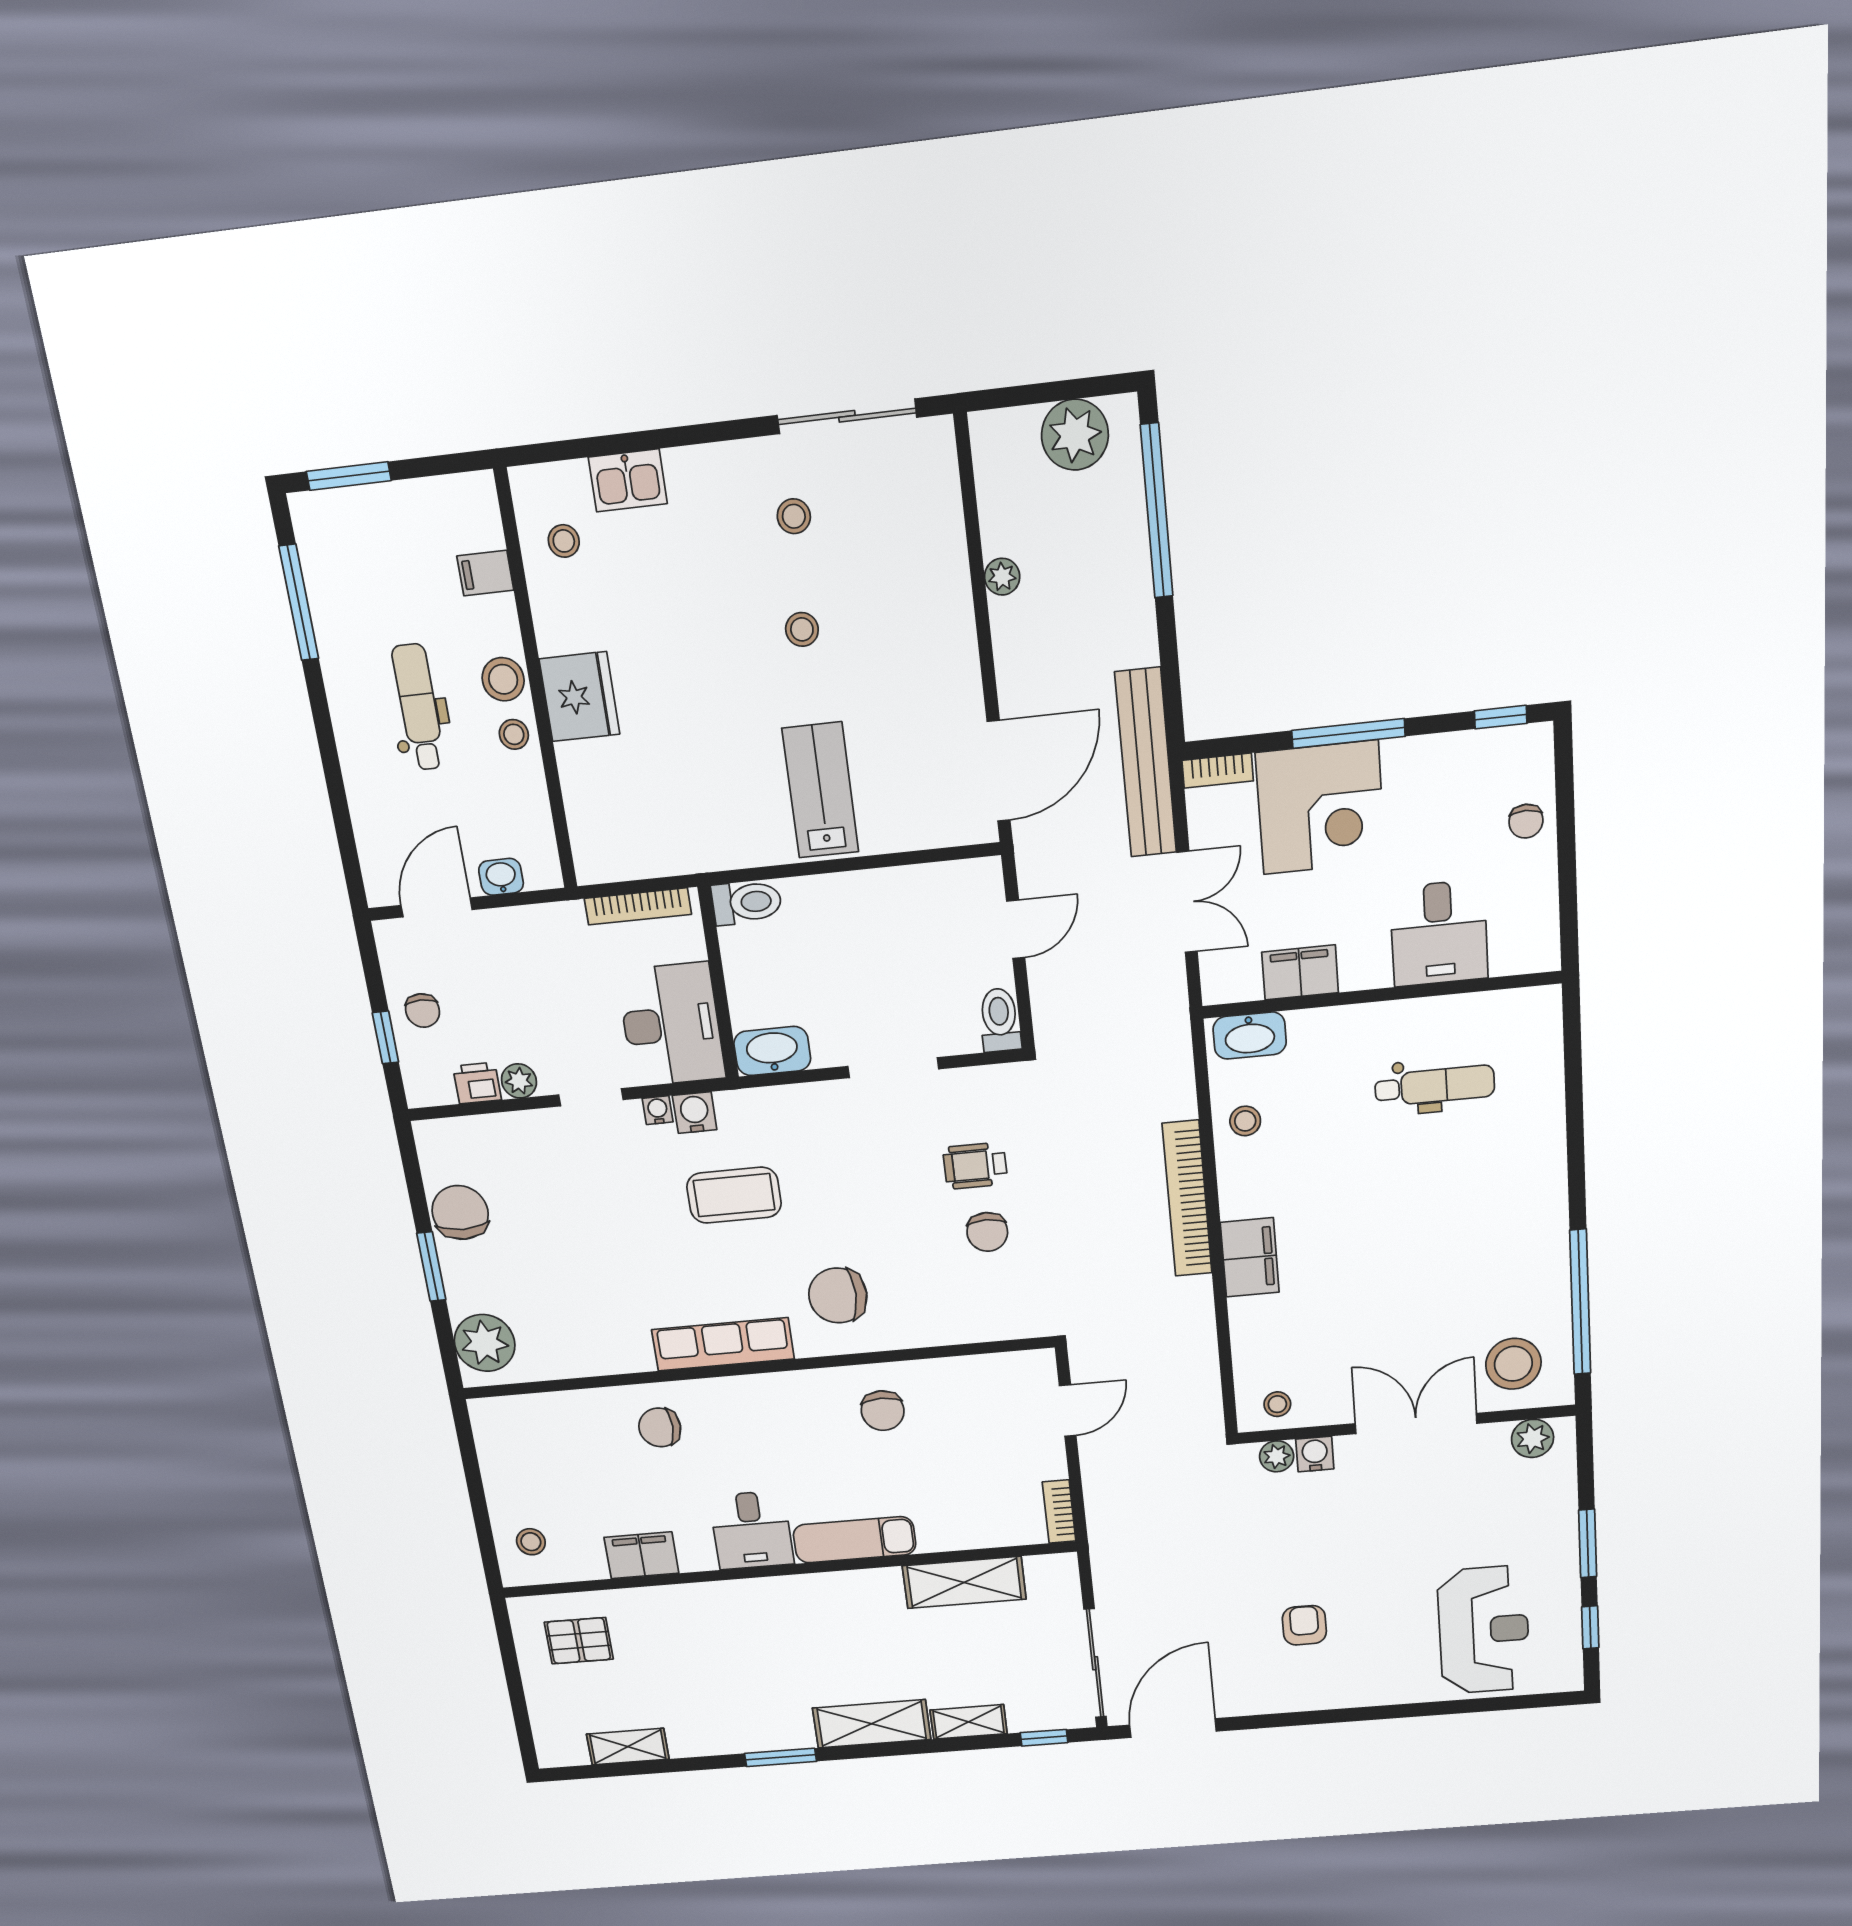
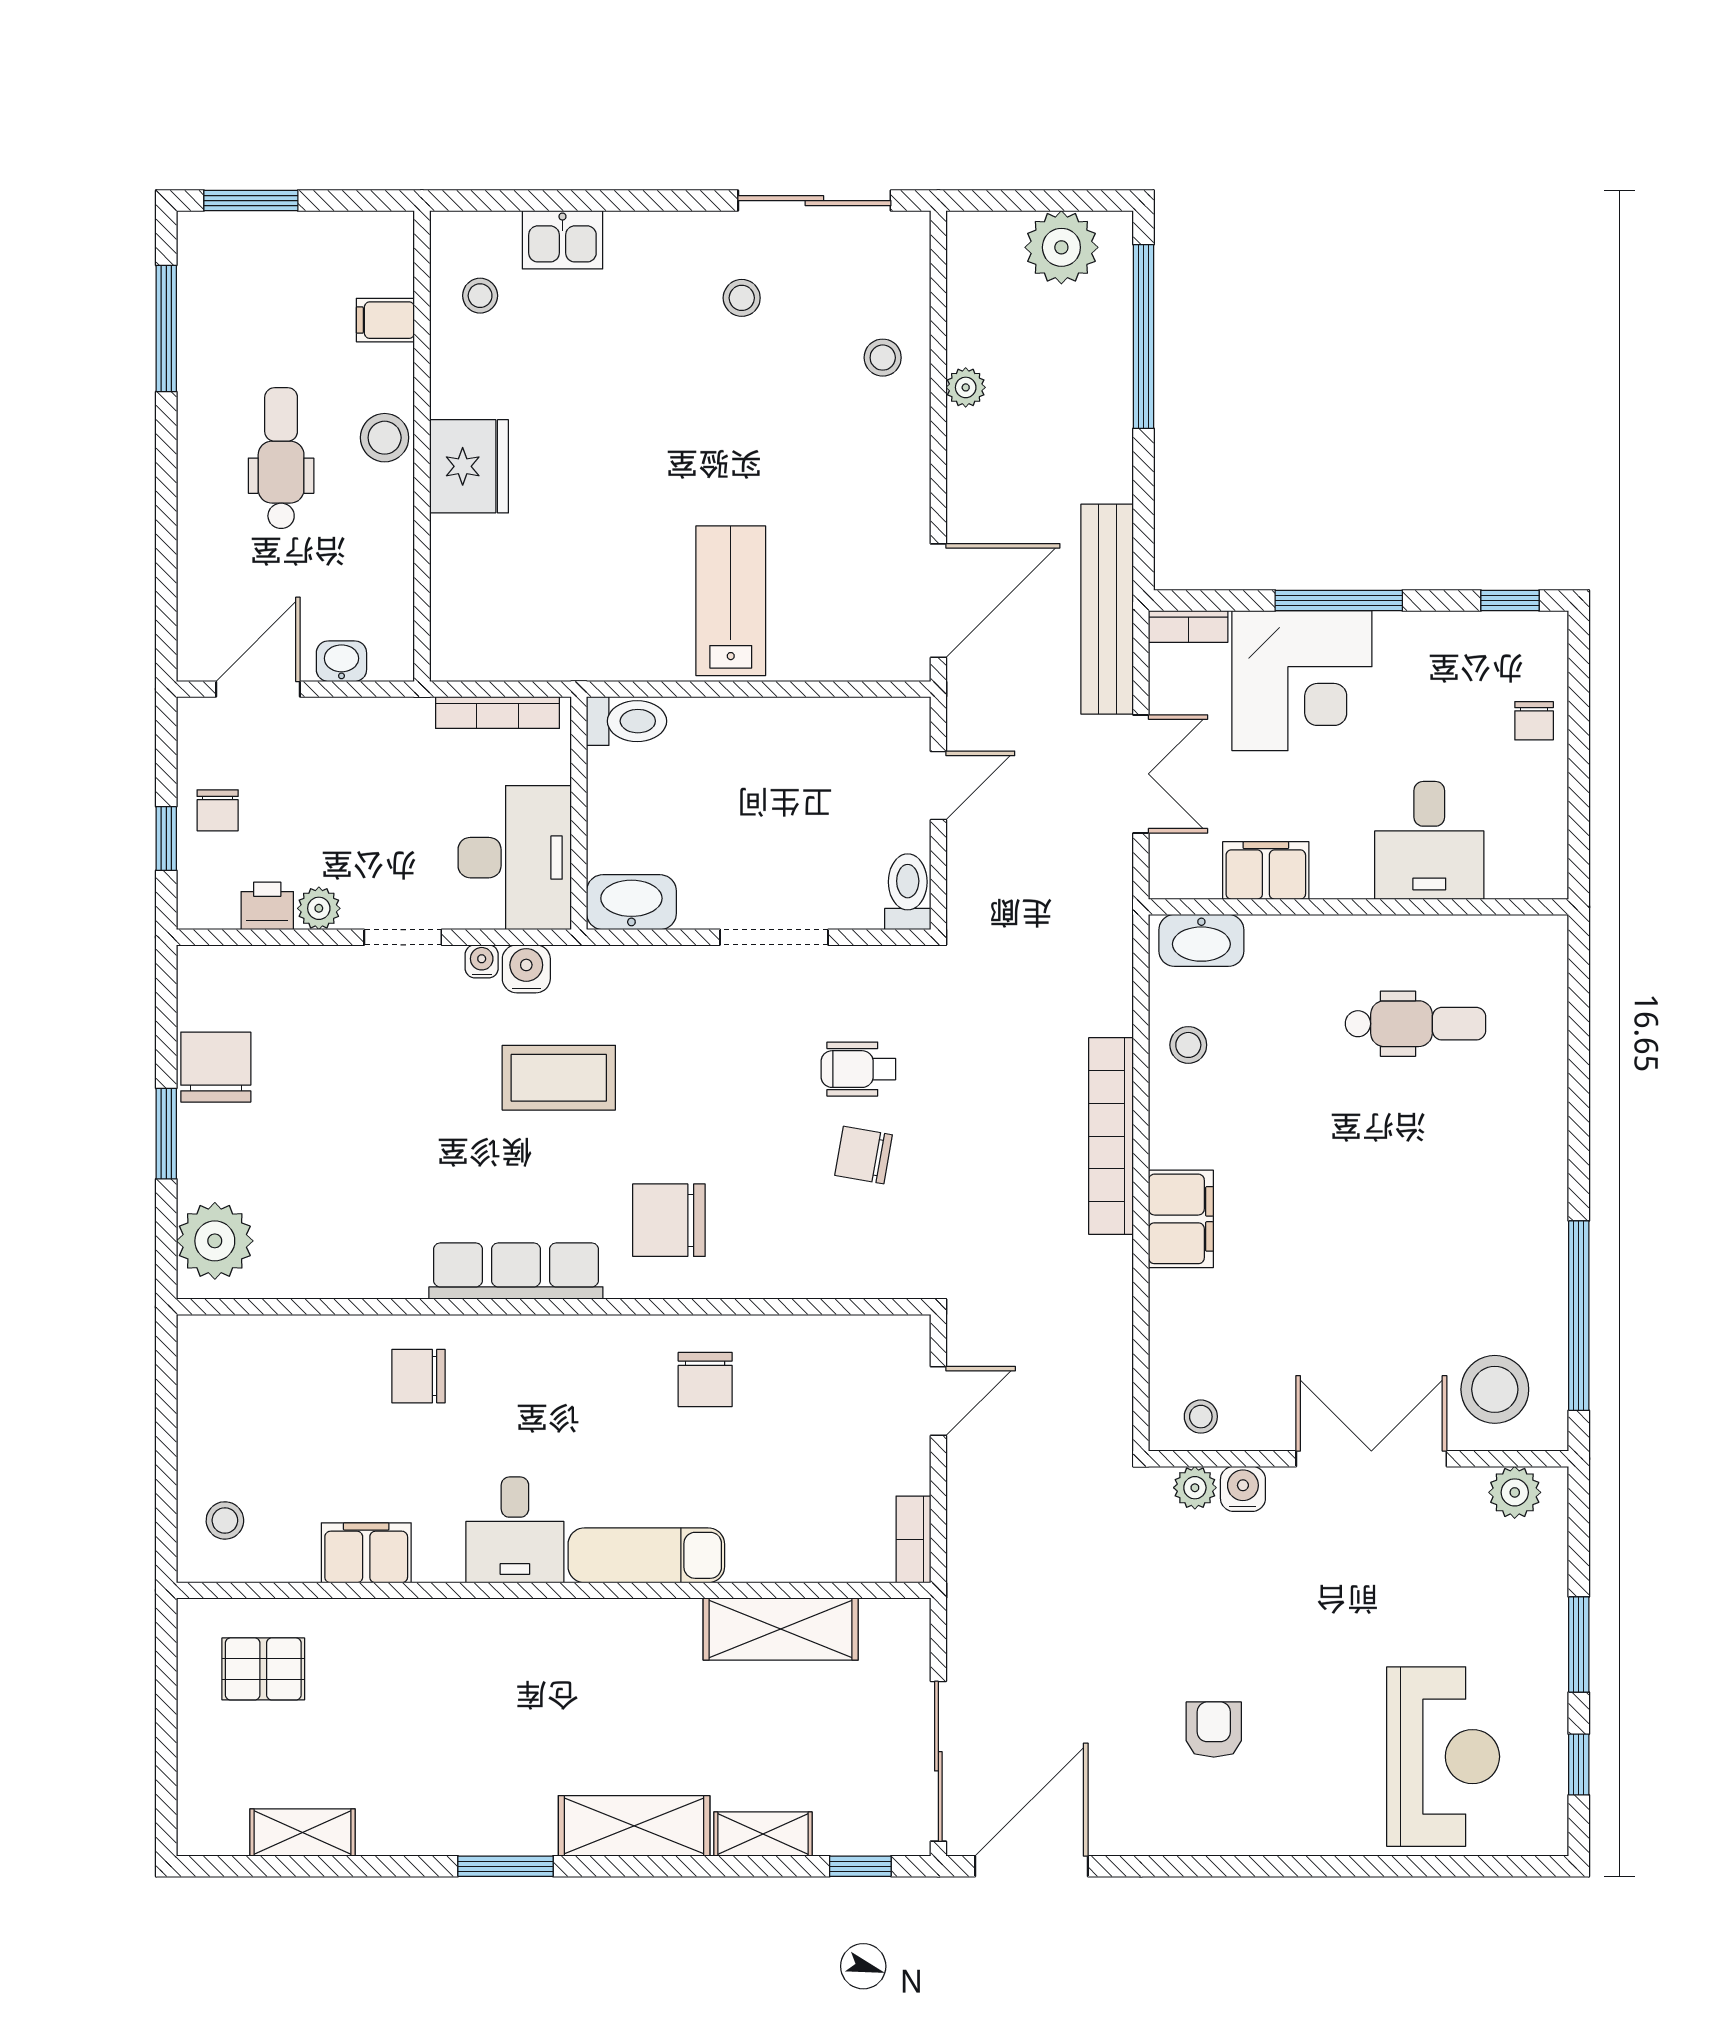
stool: (802, 629) -> (883, 358), moved
stool: (514, 734) -> (386, 500), removed
chair: (987, 1232) -> (864, 1155), turned 100

